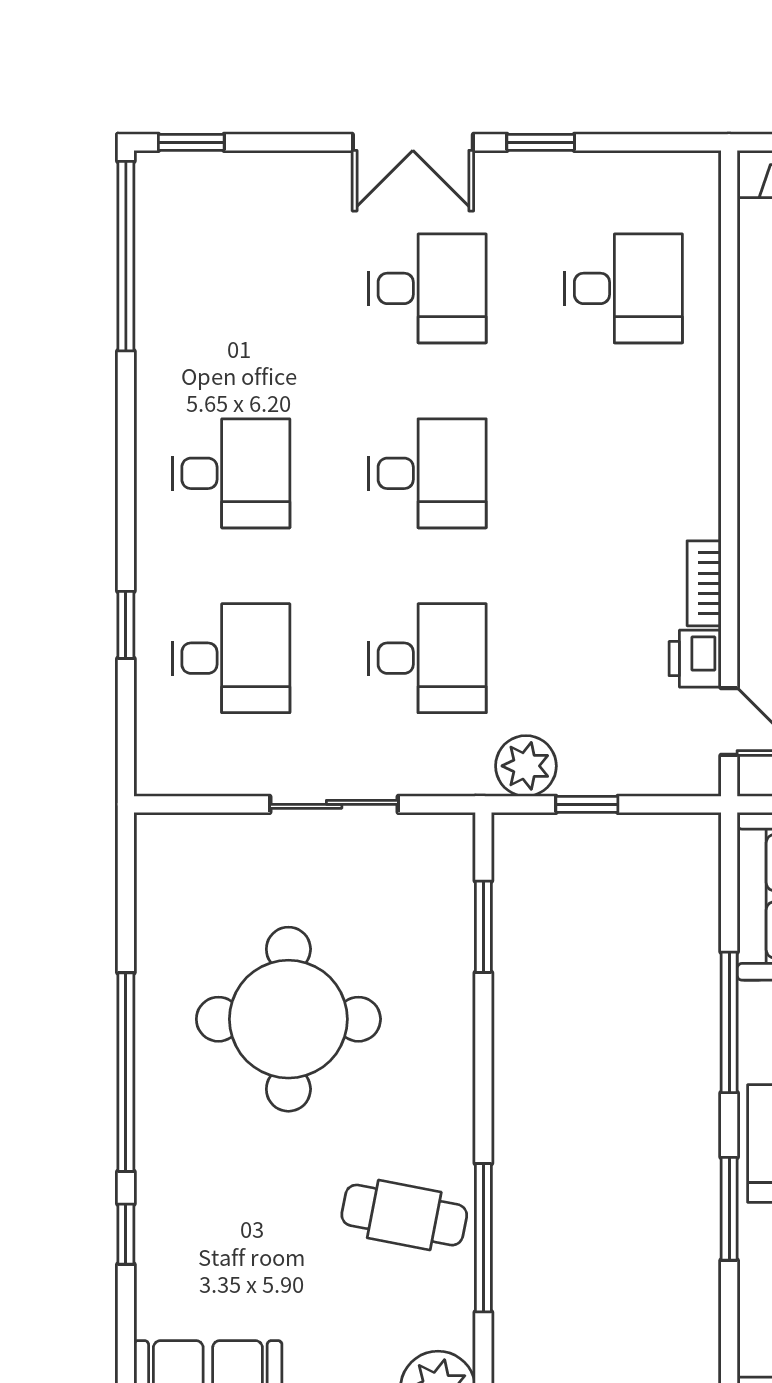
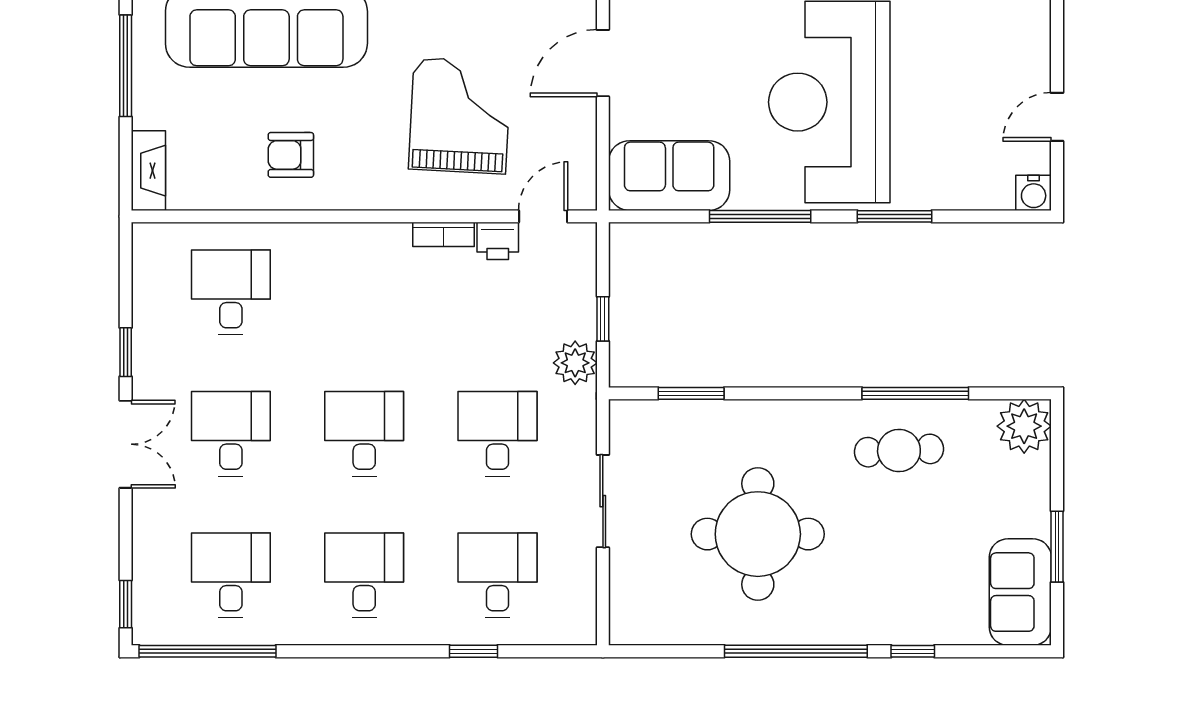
desk: (231, 288) -> (231, 575), added
cafe table: (404, 1215) -> (899, 451), turned 76

